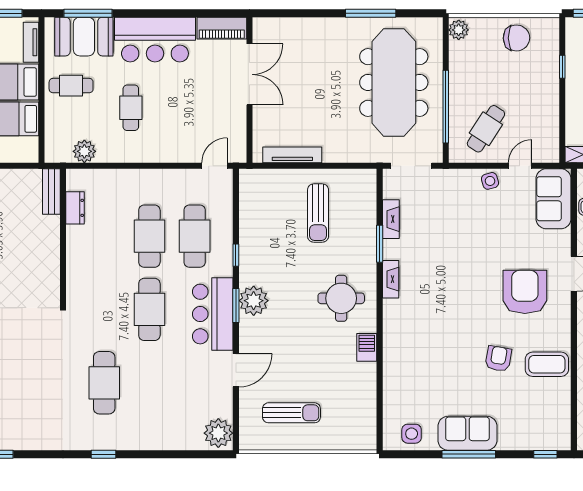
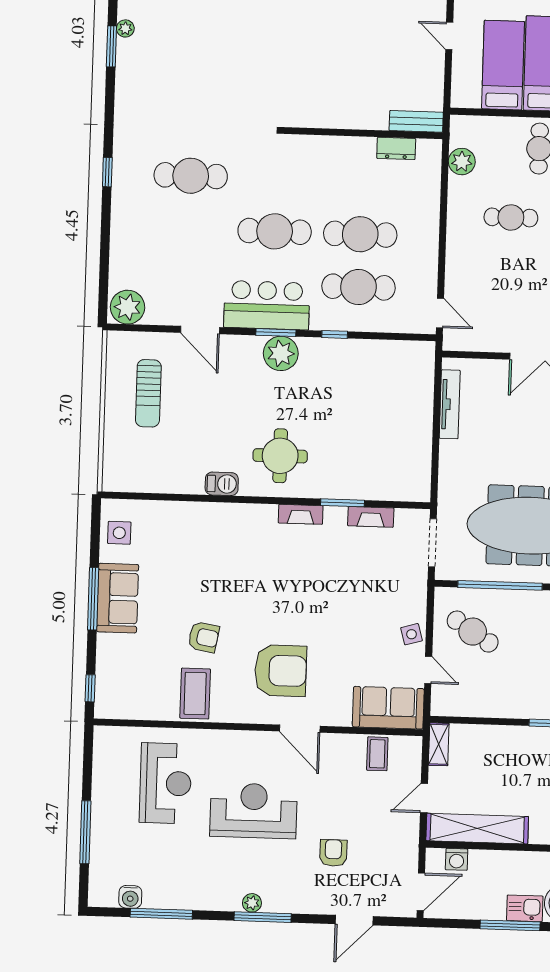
sun lounger: (318, 213) -> (381, 432), removed

